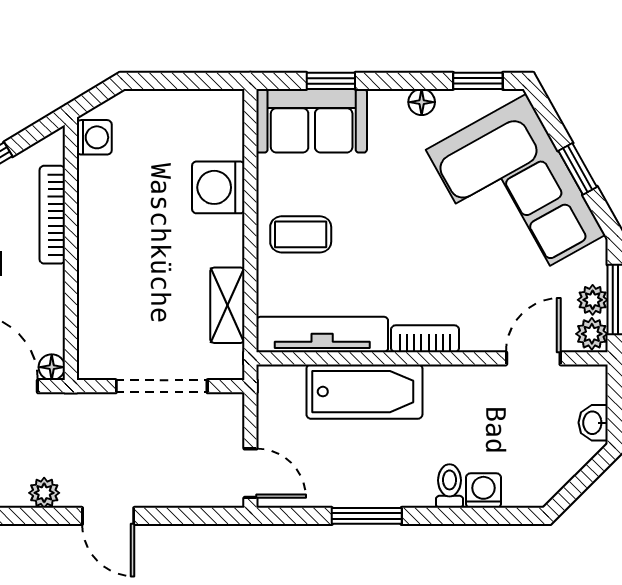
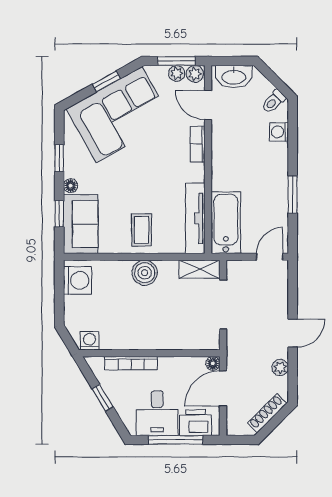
window: (478, 81) -> (59, 158), moved
floor lamp: (422, 102) -> (71, 186), moved
washing machine: (218, 187) -> (77, 280), moved, turned -90
boiler: (221, 240) -> (145, 273), added
shelving: (227, 305) -> (199, 269), moved
bookcase: (425, 339) -> (198, 144), moved
bathtub: (364, 392) -> (226, 223), moved
washbasin: (593, 423) -> (234, 76), width x1.91, depth x1.45
toilet: (449, 486) -> (274, 101), moved, turned -45

